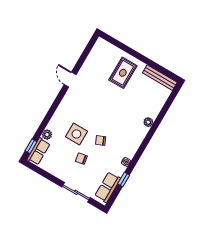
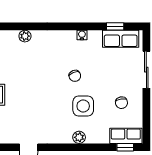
plant: (47, 135) -> (79, 137), moved
chair: (81, 159) -> (121, 103), moved
window: (124, 180) -> (115, 26), moved

